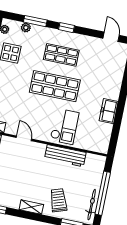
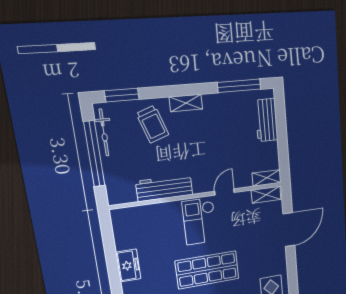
checkout: (65, 126) -> (200, 221), moved
door: (24, 138) -> (224, 192), swing flipped

